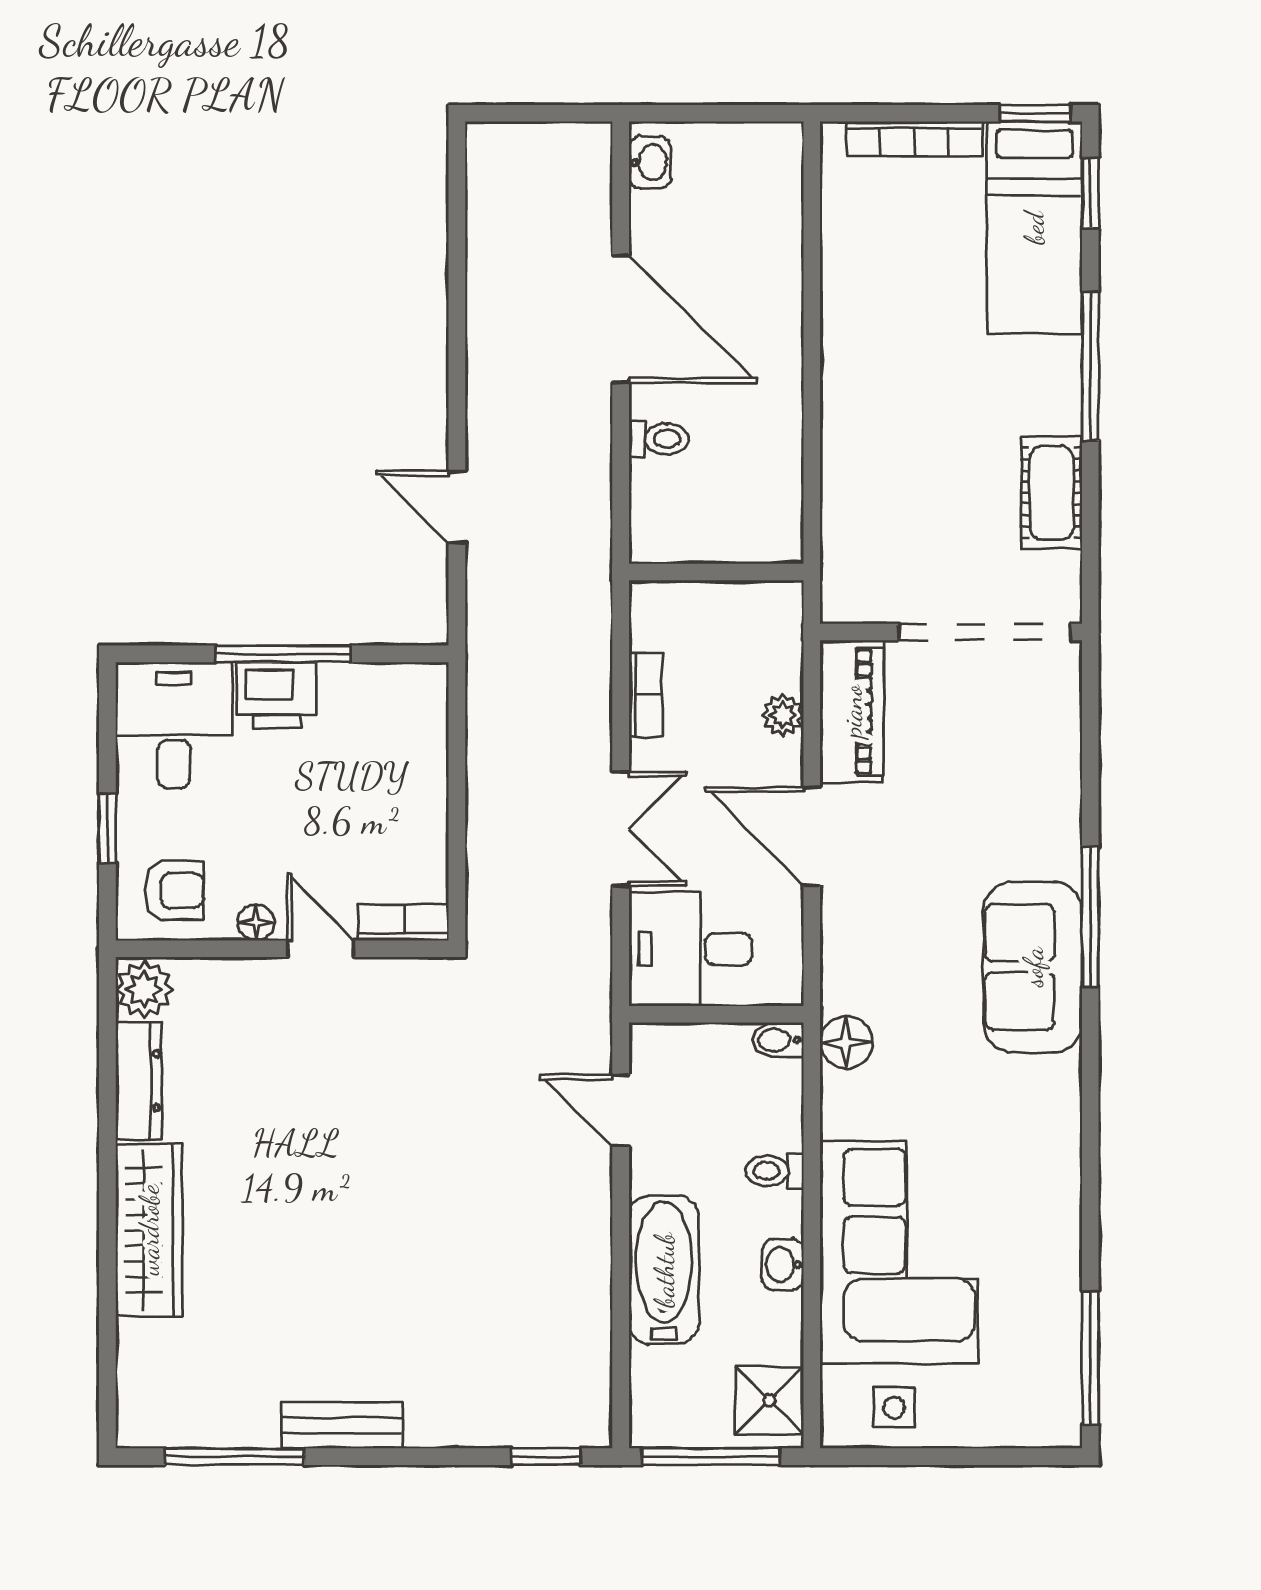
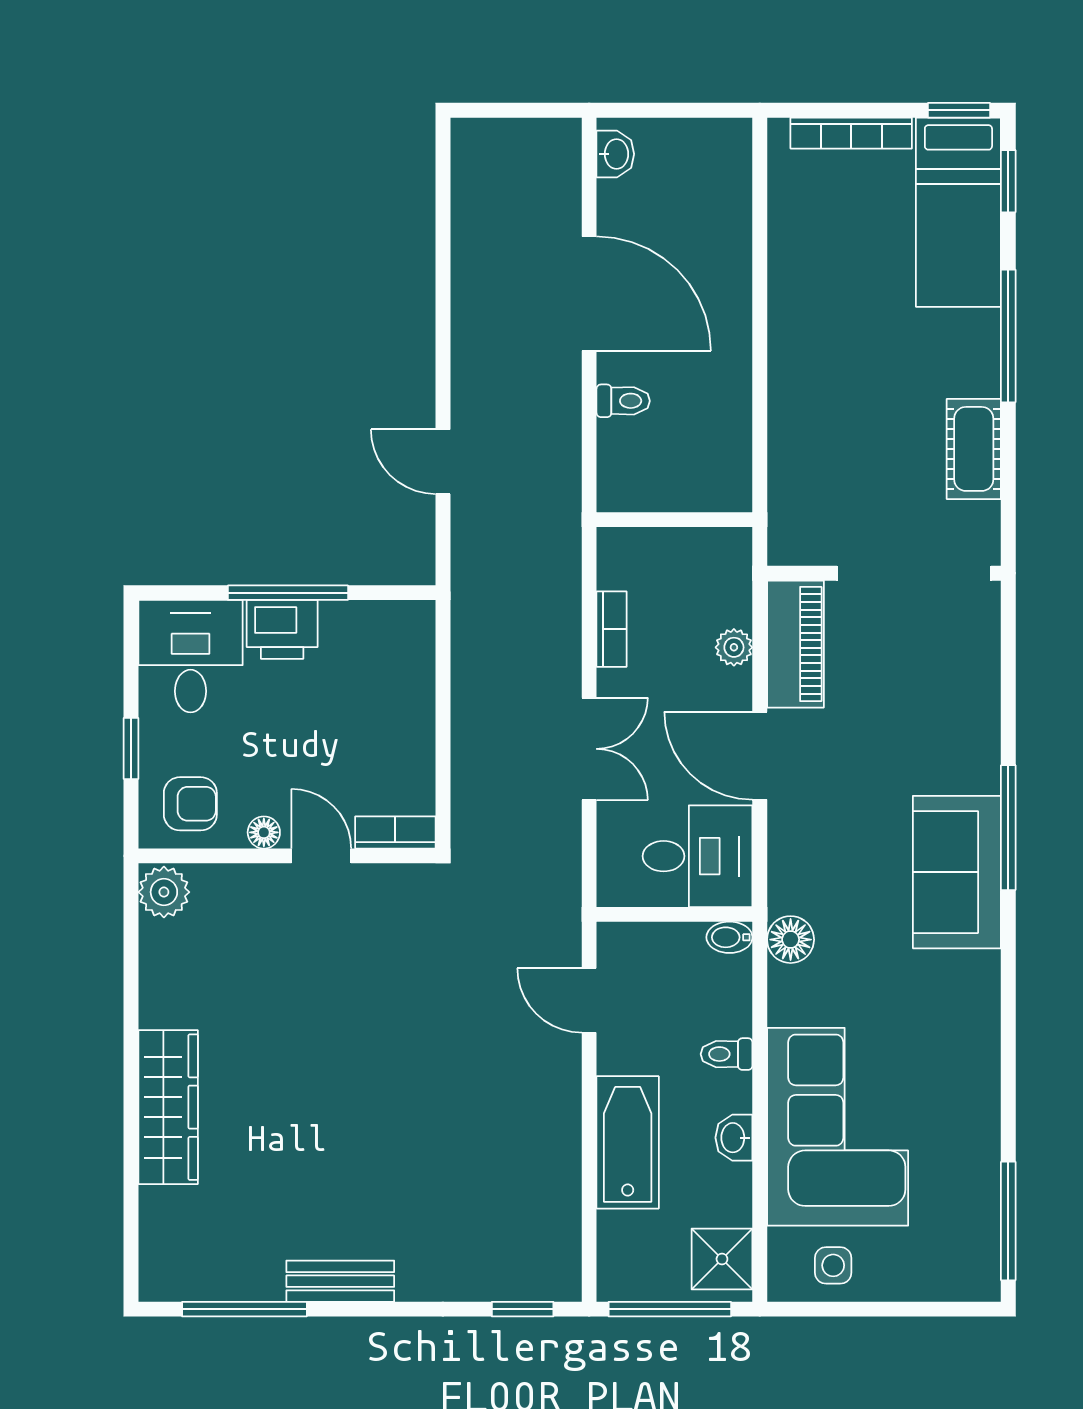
desk: (690, 949) -> (698, 856), moved, turned 180
dresser: (139, 1081) -> (159, 974), removed

